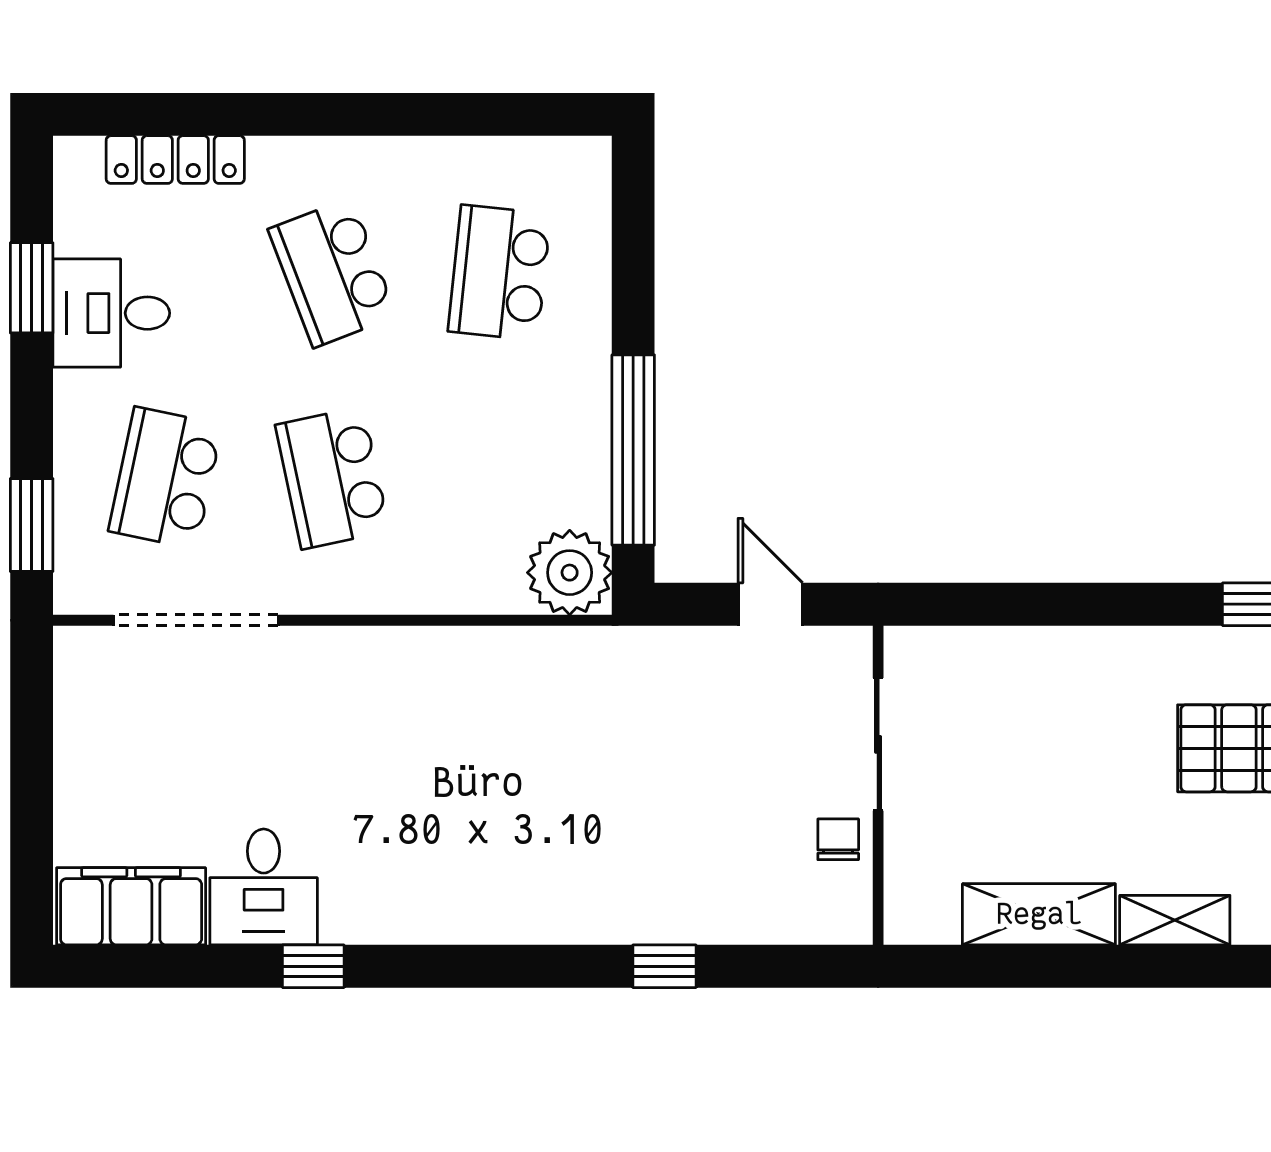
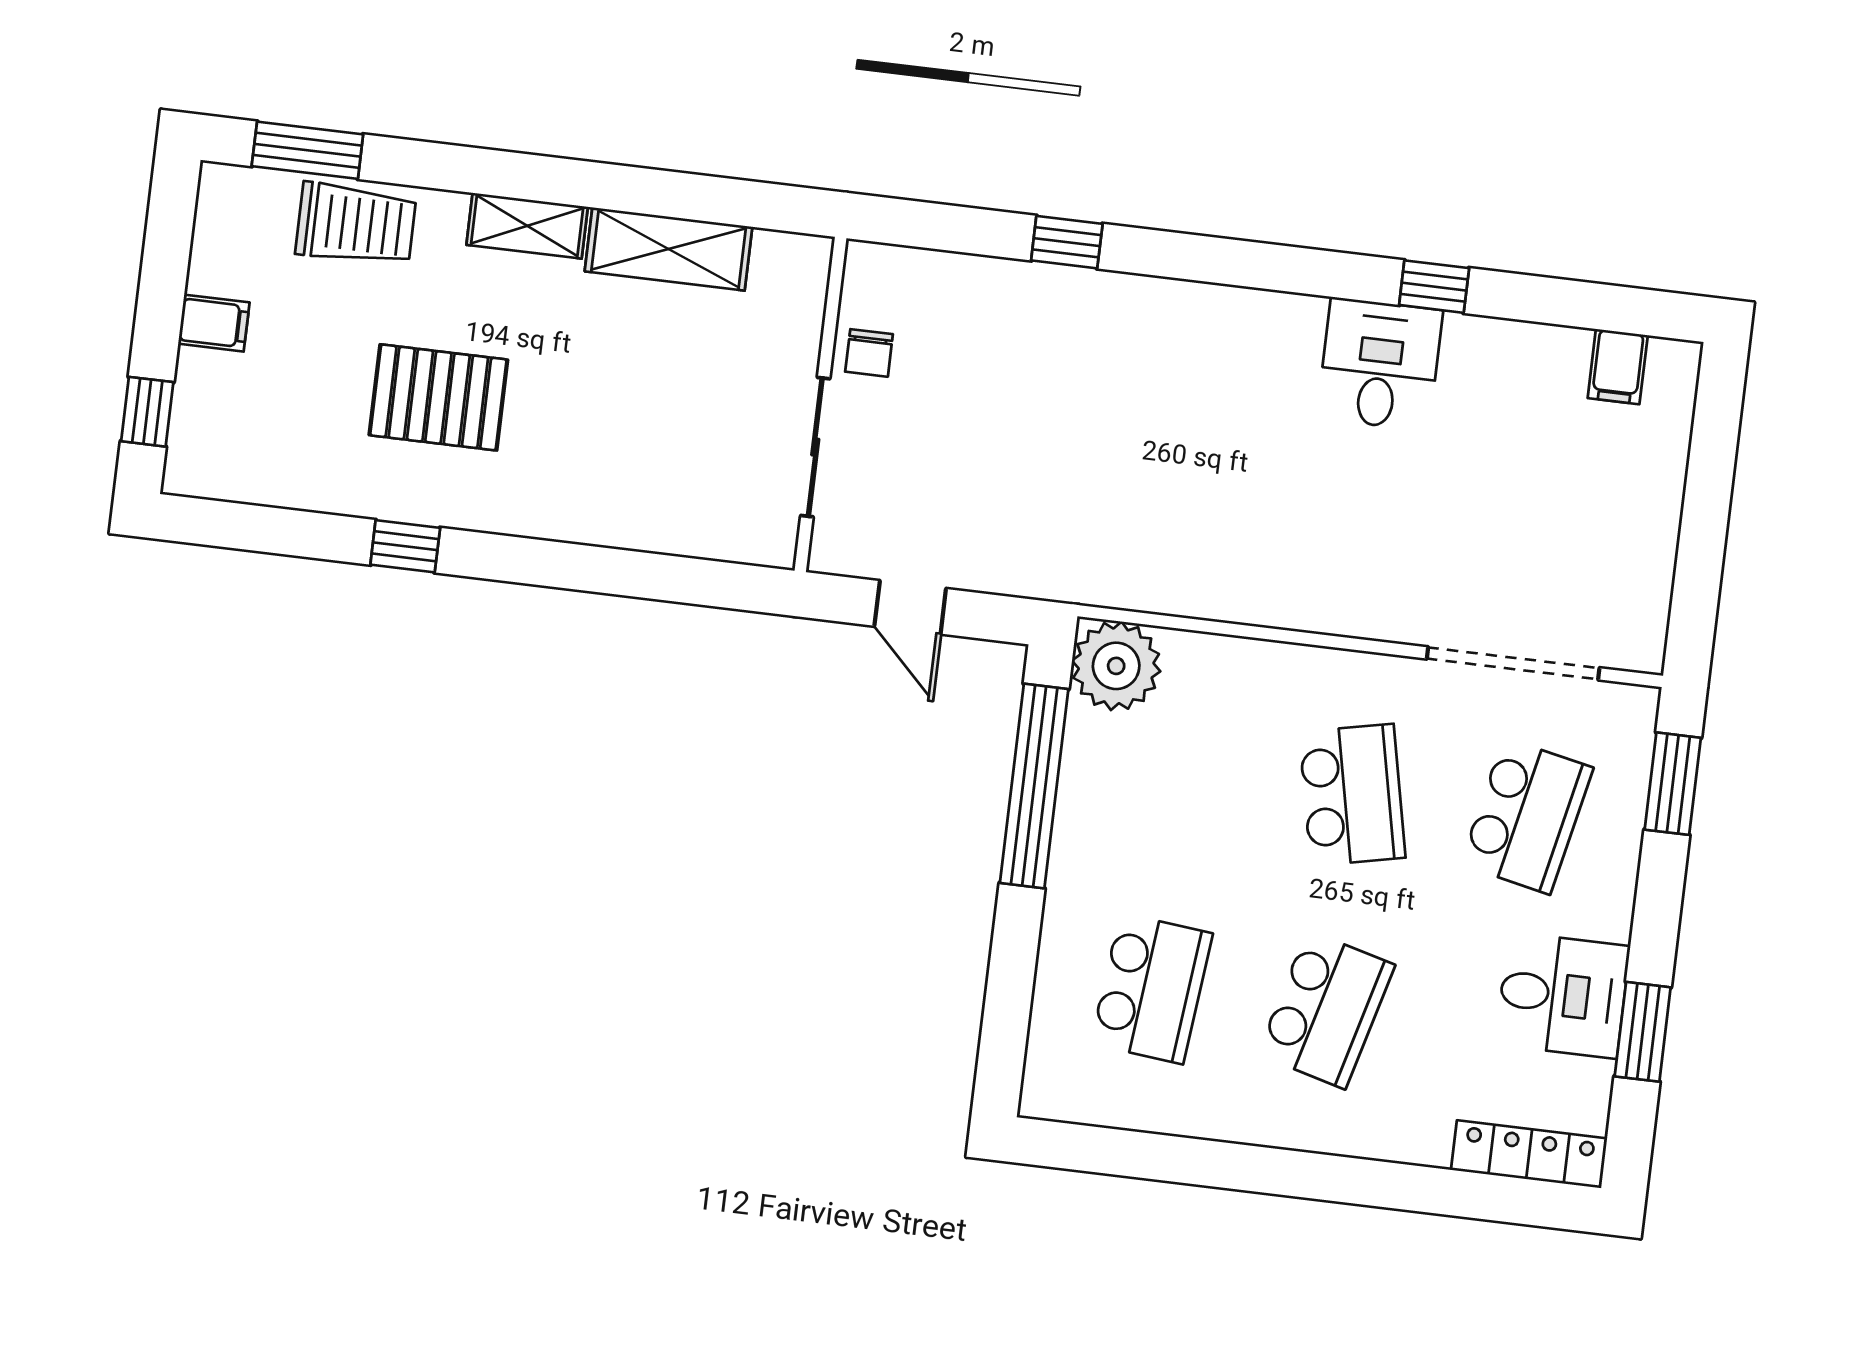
locker: (175, 160) -> (1529, 1154), moved
school desk: (332, 273) -> (1326, 1010), turned 36
desk: (264, 887) -> (1380, 364), moved
filing cabinet: (131, 906) -> (1618, 367), width x0.33, depth x0.86

